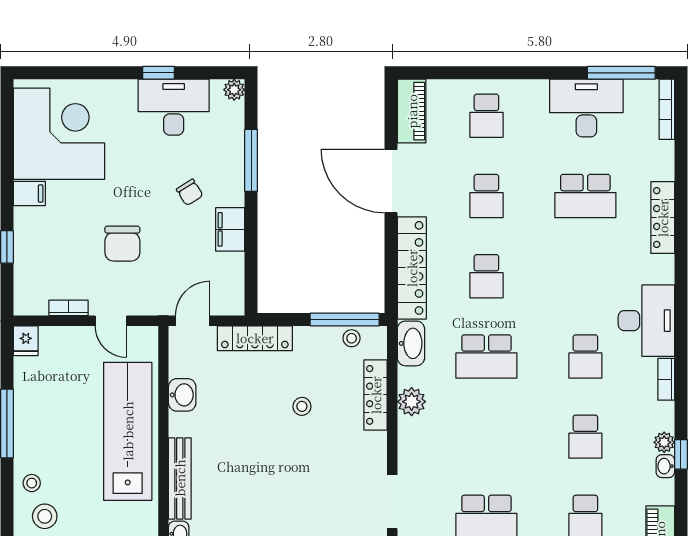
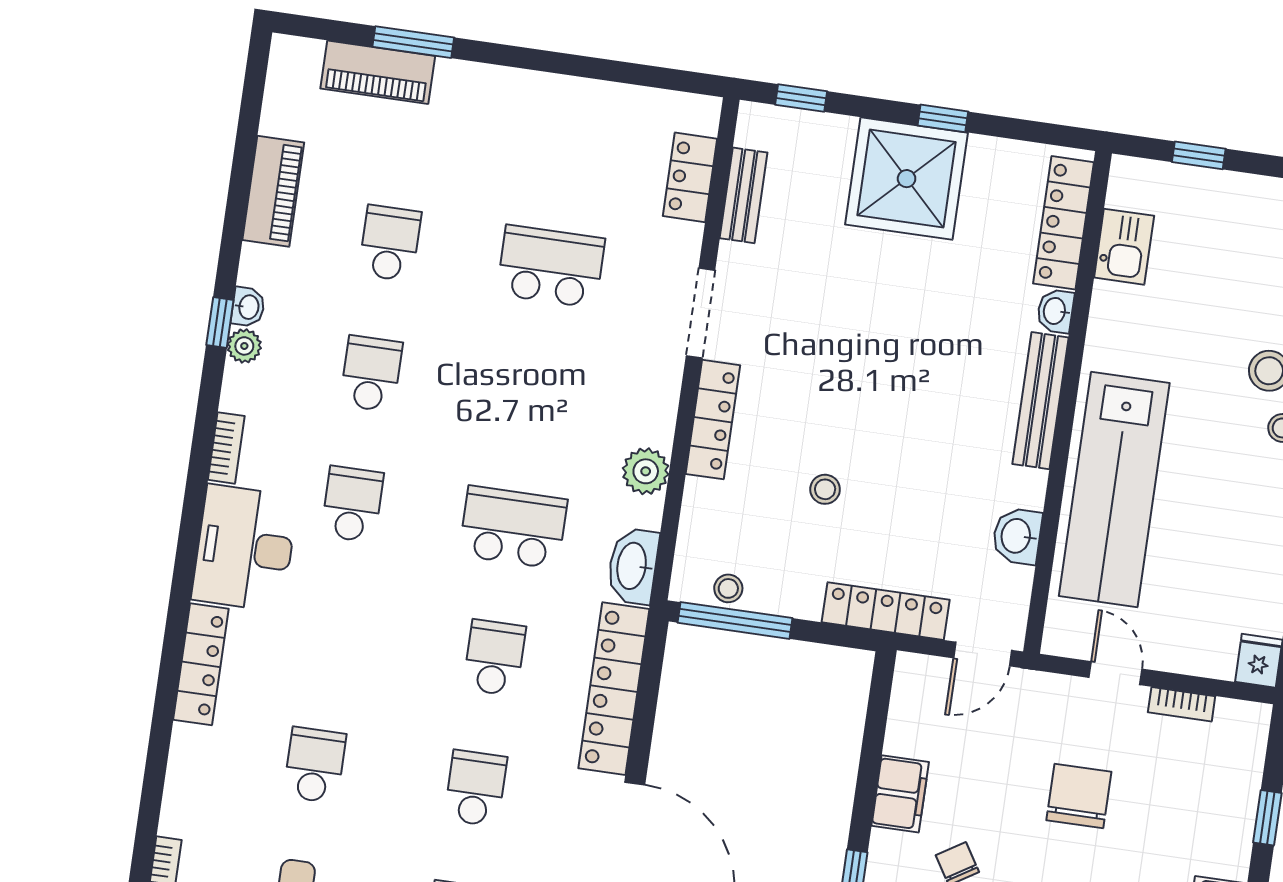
school desk: (585, 196) -> (315, 765), width x0.54
locker: (663, 218) -> (201, 664), moved
locker: (376, 395) -> (713, 420), moved

